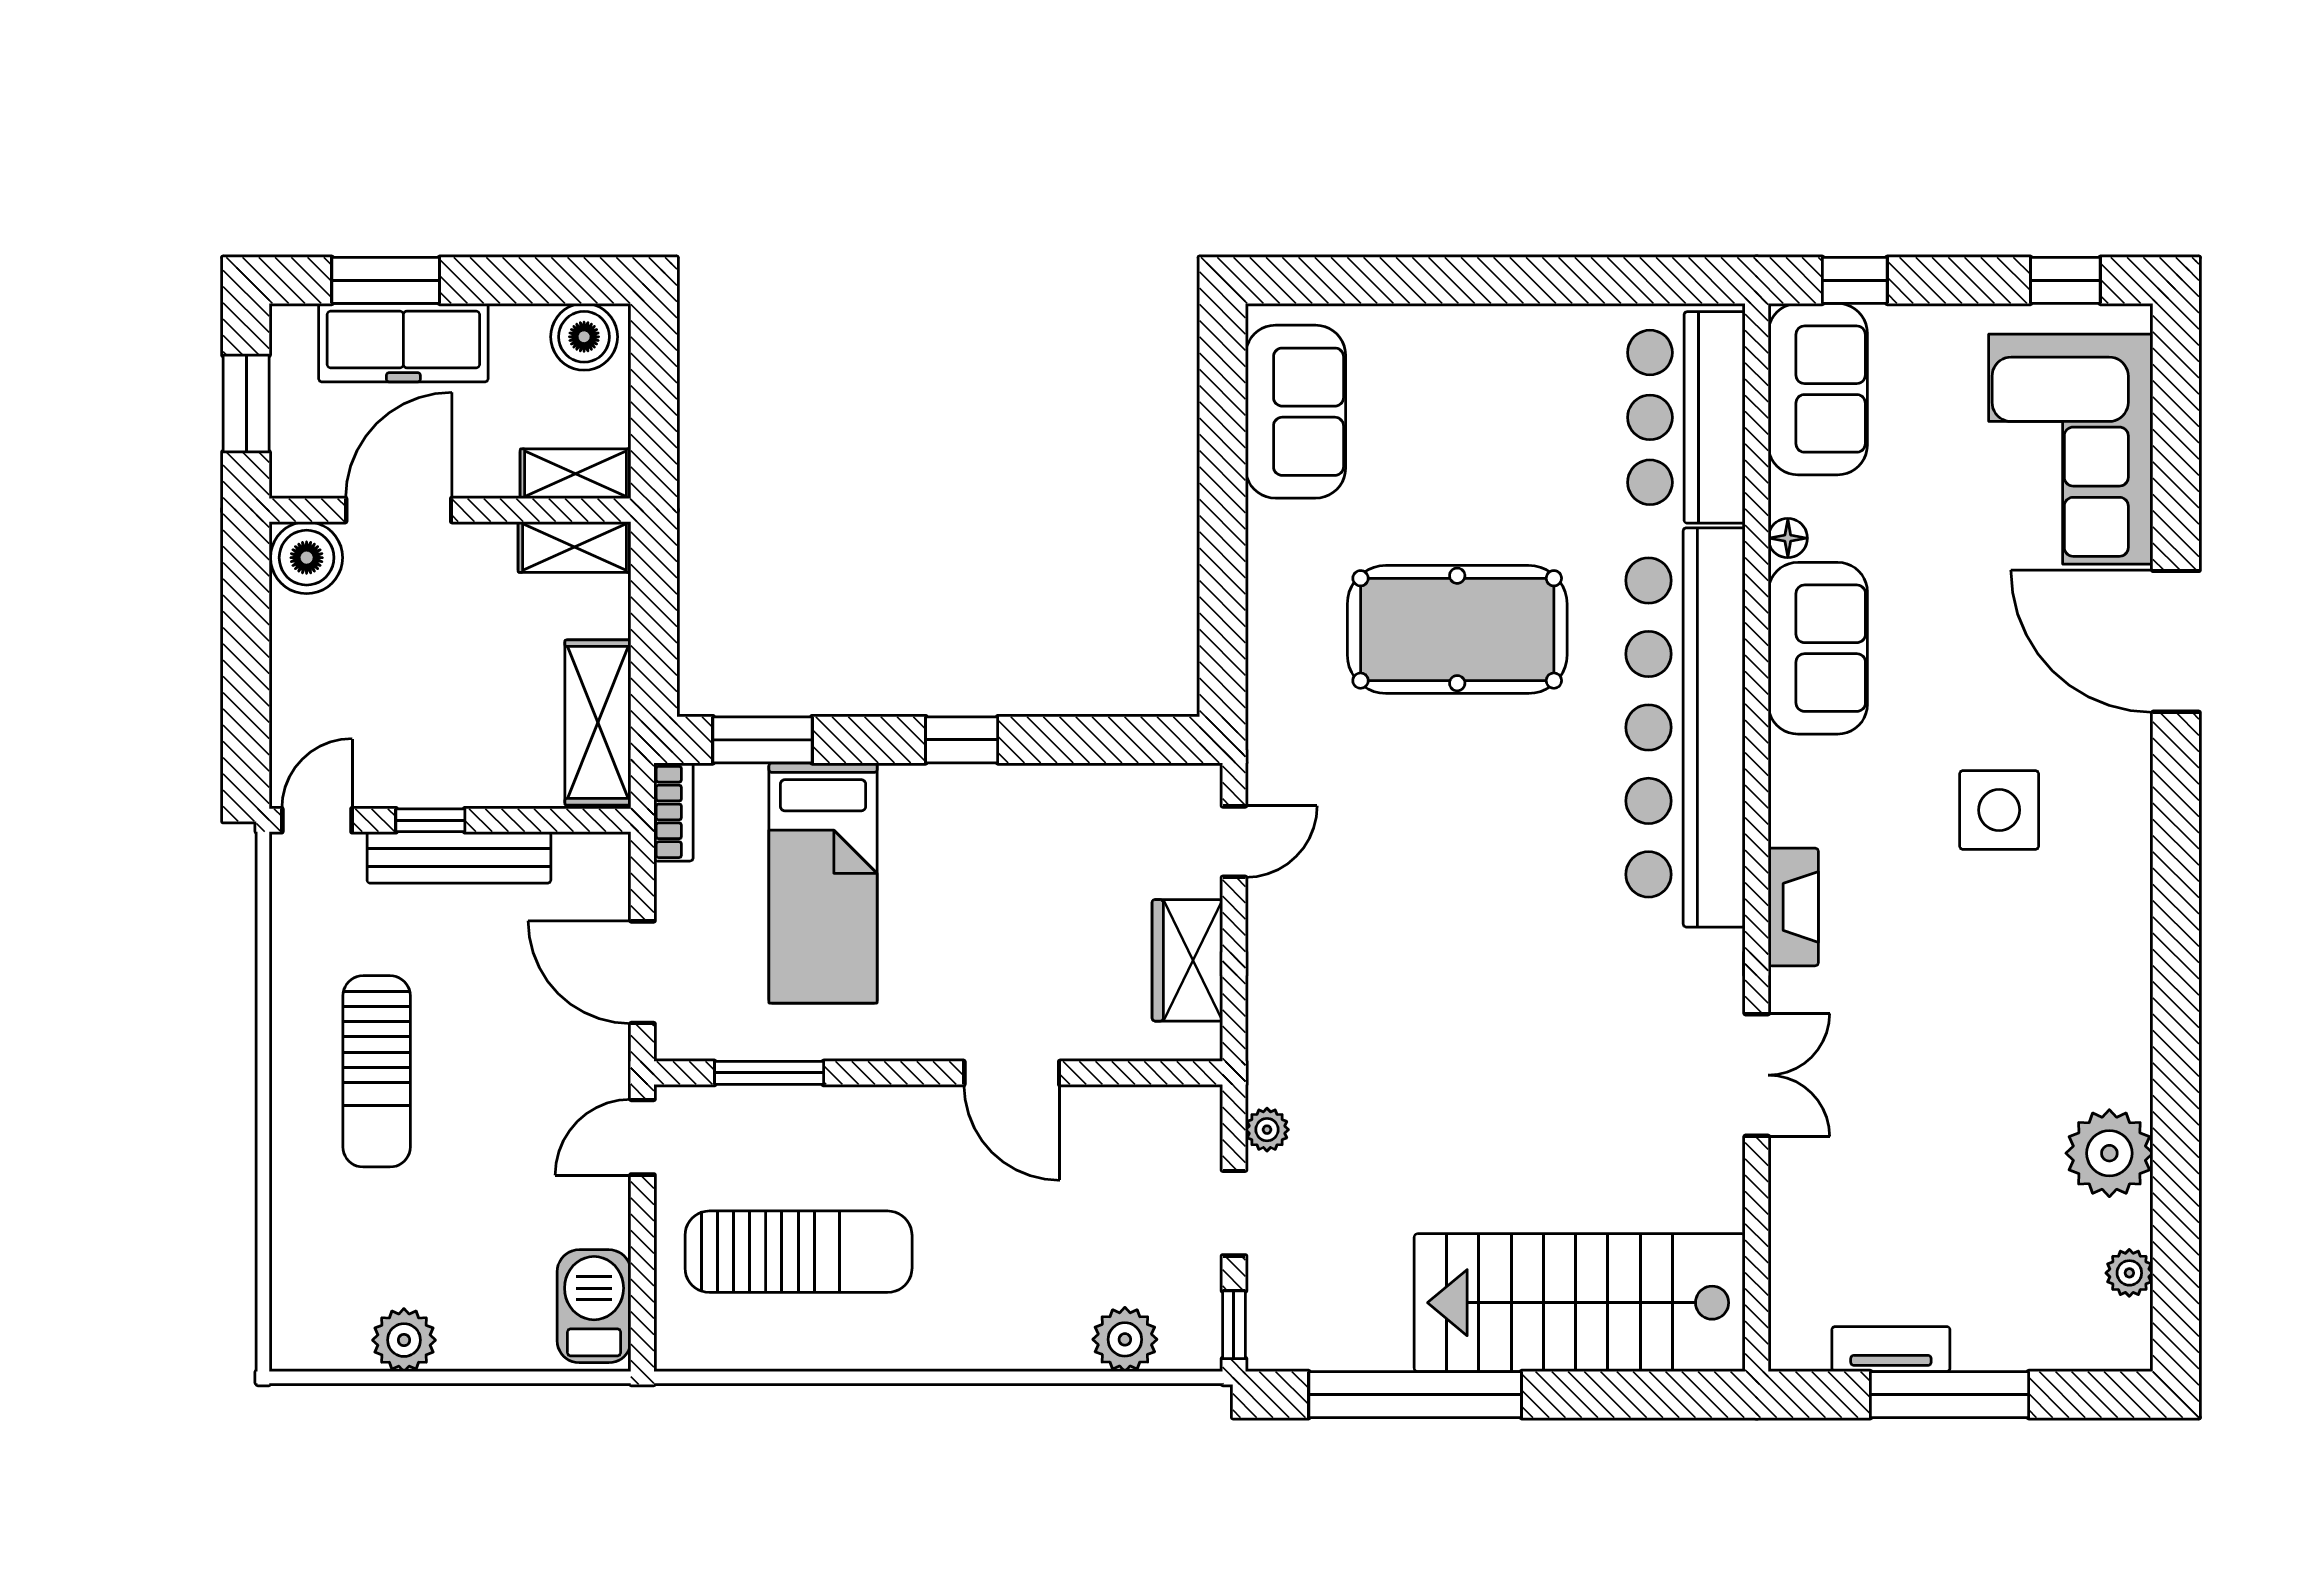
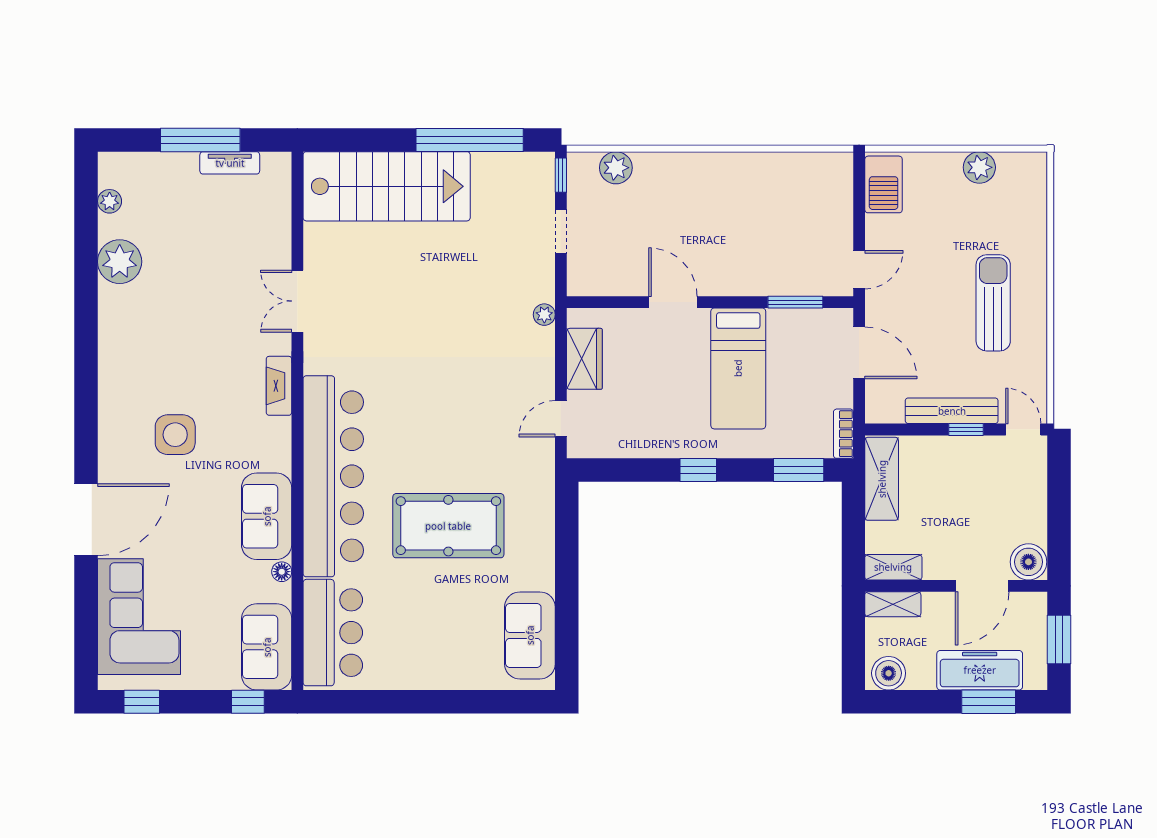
door: (2176, 641) -> (86, 520), hinge flipped
door: (317, 820) -> (1023, 429), swing flipped
bed: (823, 883) -> (738, 368), moved, turned 180
plant: (1267, 1130) -> (544, 315), moved
sun lounger: (799, 1252) -> (780, 212), removed

